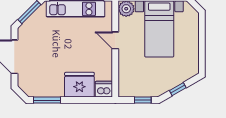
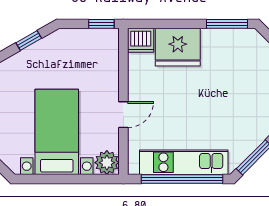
door: (115, 40) -> (123, 115), hinge flipped
window: (143, 100) -> (101, 24), moved

